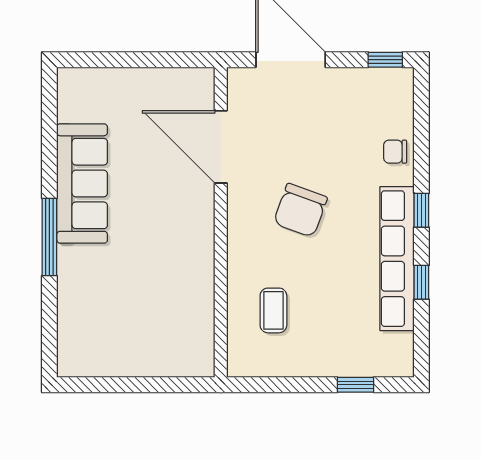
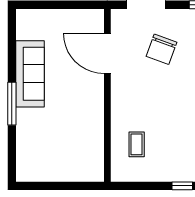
chair: (300, 210) -> (161, 49), moved

